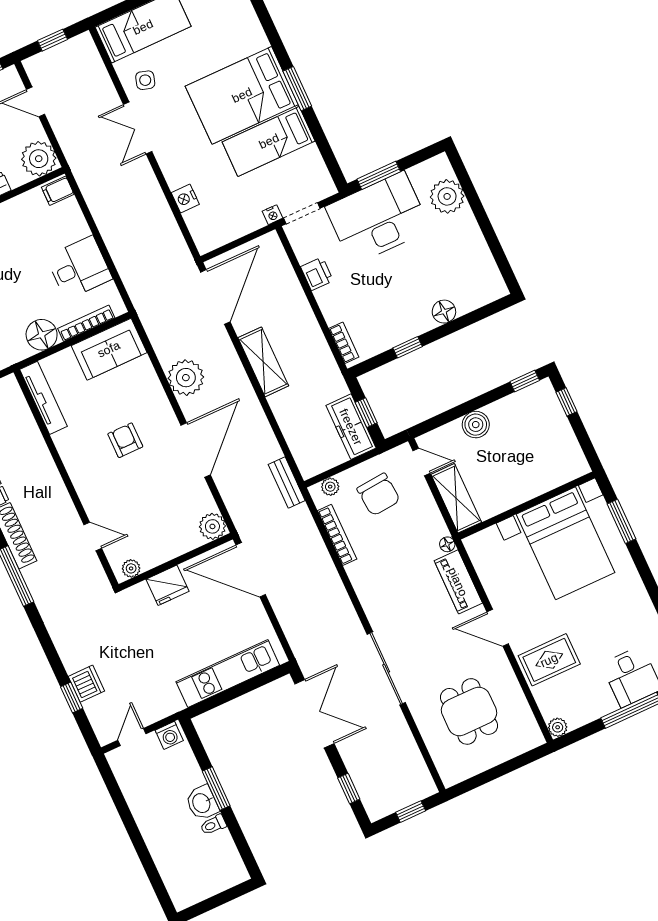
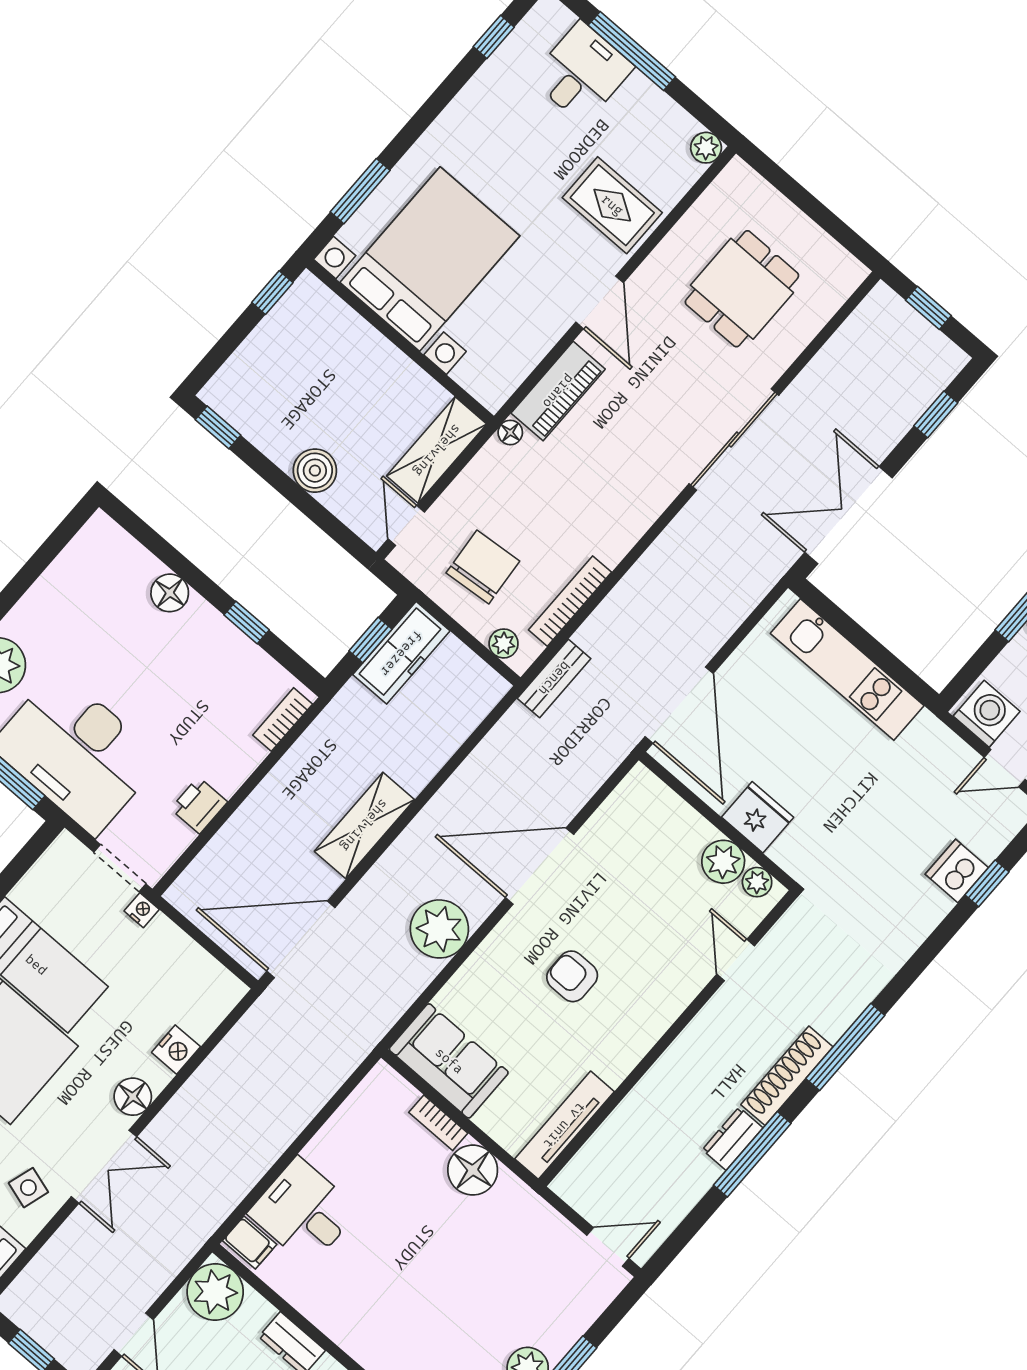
floor lamp: (170, 162) -> (133, 1097), added
desk: (79, 268) -> (304, 1212), moved
bookcase: (86, 323) -> (438, 1123), width x0.64
window: (567, 402) -> (272, 293), moved
armchair: (125, 440) -> (572, 976), turned 90
bench: (287, 482) -> (554, 678), moved
plant: (212, 526) -> (723, 862), moved
washing machine: (169, 735) -> (987, 714), width x1.38, depth x1.38

